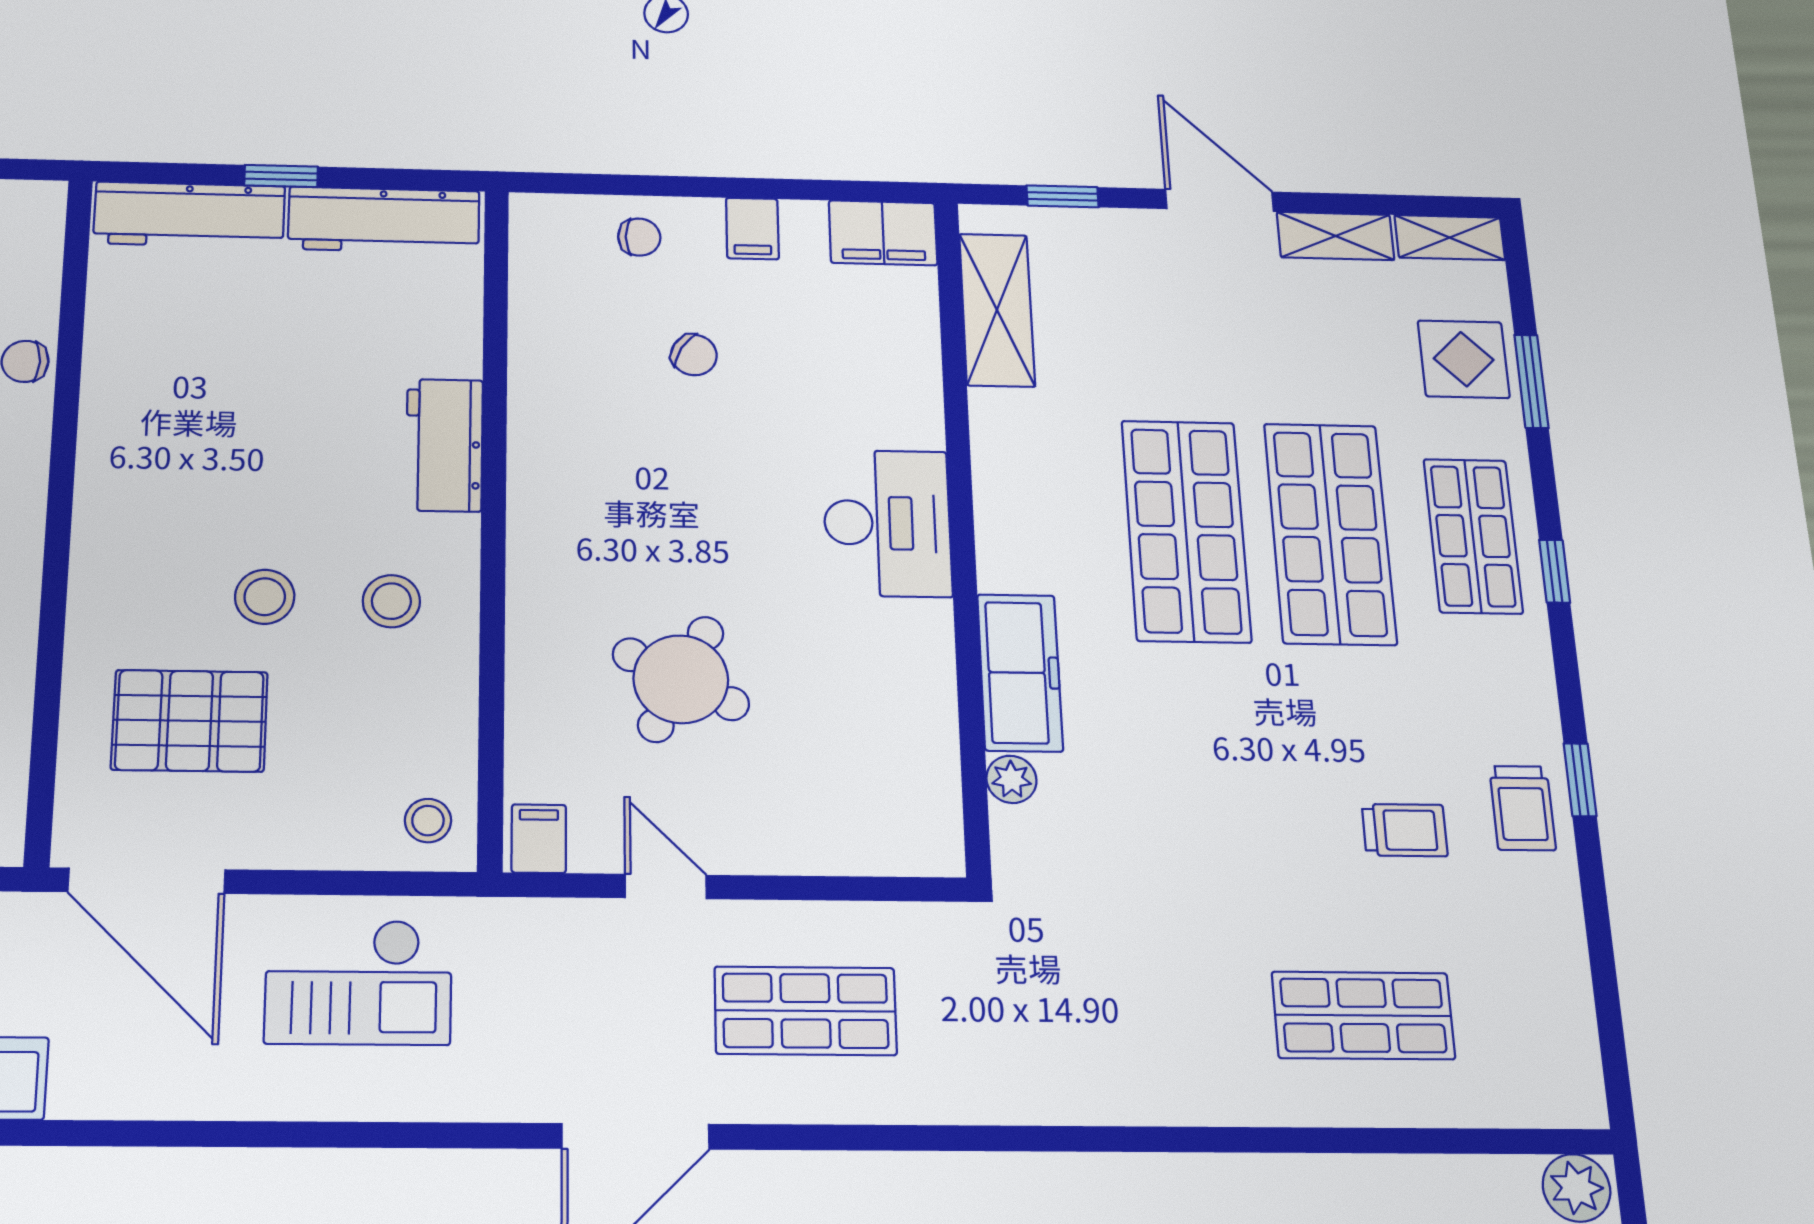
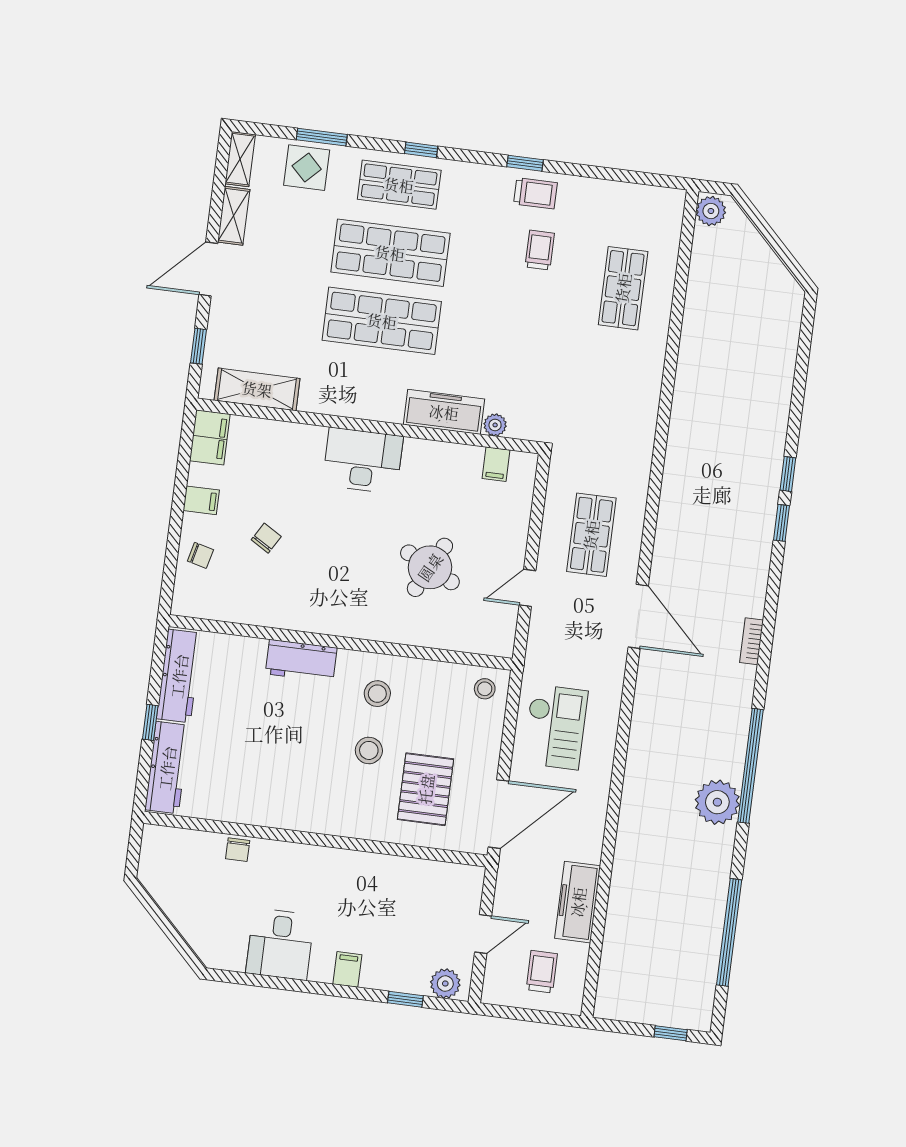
chair: (639, 237) -> (200, 555), turned 104
filing cabinet: (539, 839) -> (496, 464), moved, turned -90

